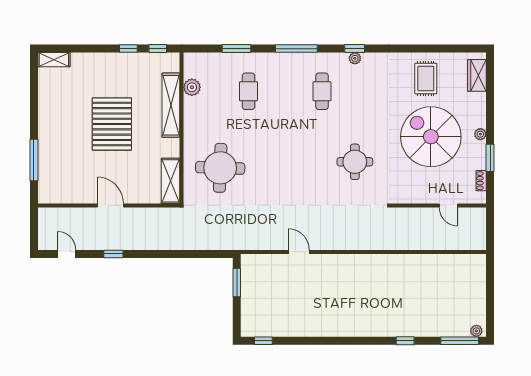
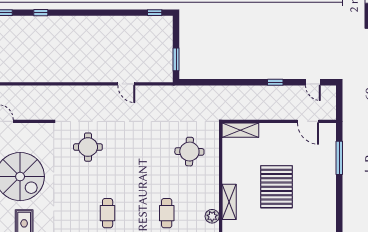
shelving: (171, 105) -> (229, 202), width x0.68
round table: (355, 162) -> (88, 147), moved
round table: (220, 168) -> (189, 152), width x0.73, depth x0.73
shelving: (171, 181) -> (240, 130), moved, turned 90
door: (110, 205) -> (308, 121), moved

